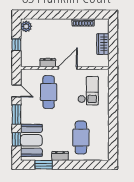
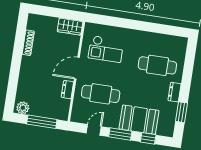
wardrobe: (103, 44) -> (70, 27), moved
window: (16, 45) -> (42, 122), width x2.17
door: (68, 68) -> (77, 68), hinge flipped
checkout: (88, 91) -> (106, 49), turned 180
booth: (31, 140) -> (139, 120), moved

